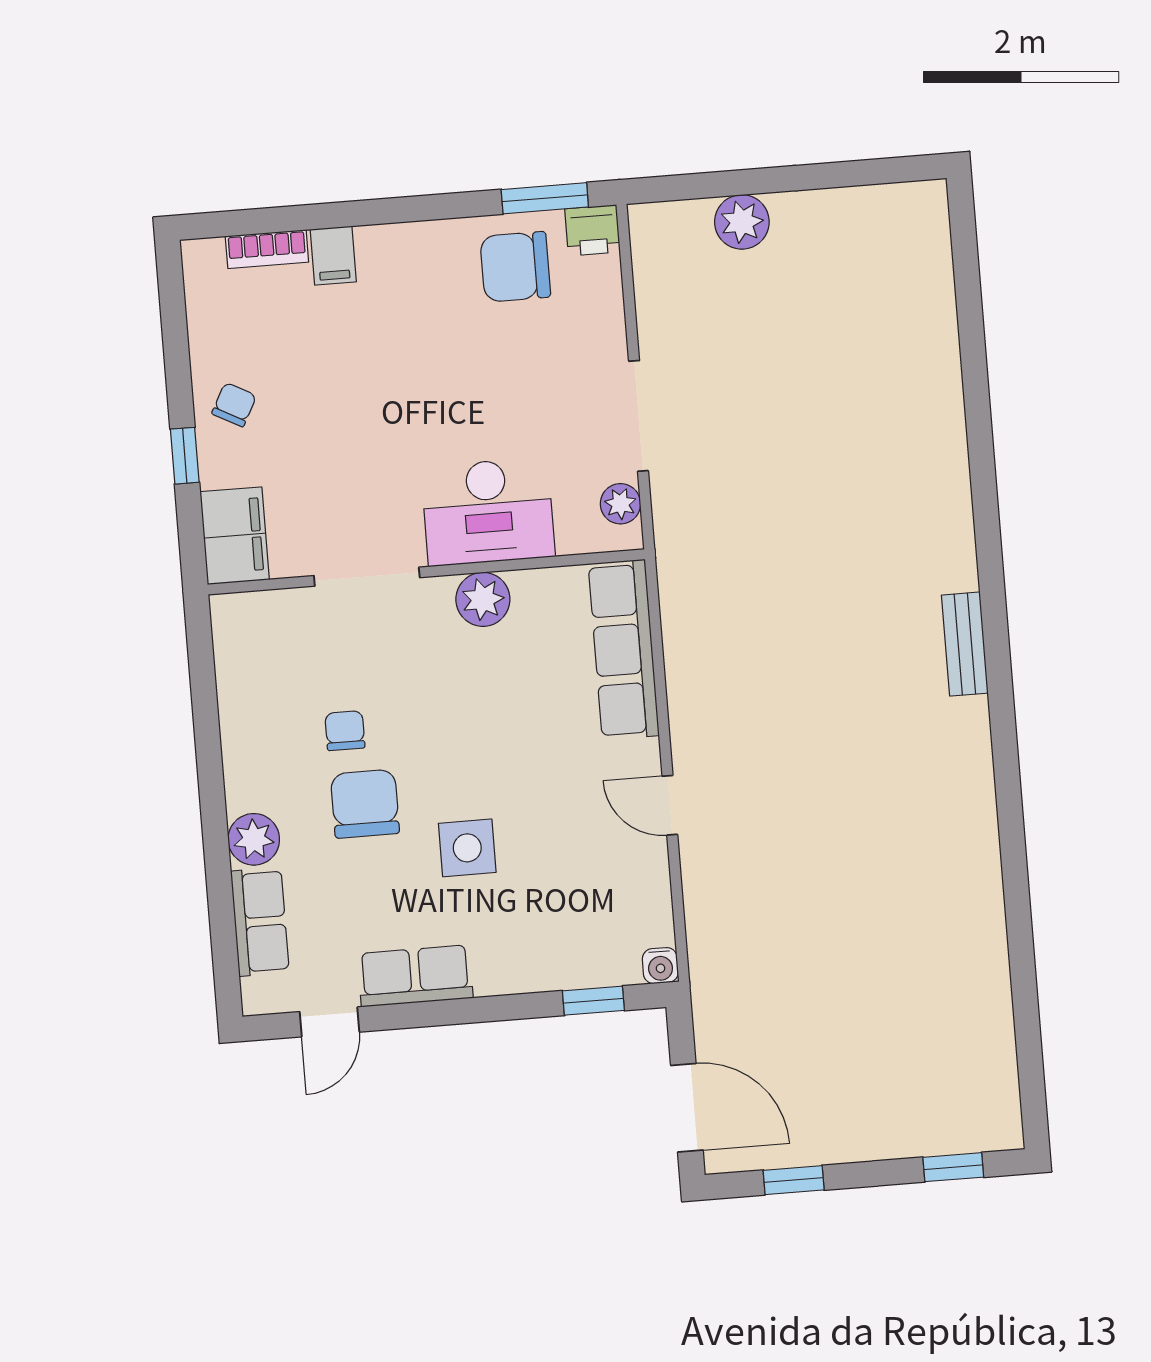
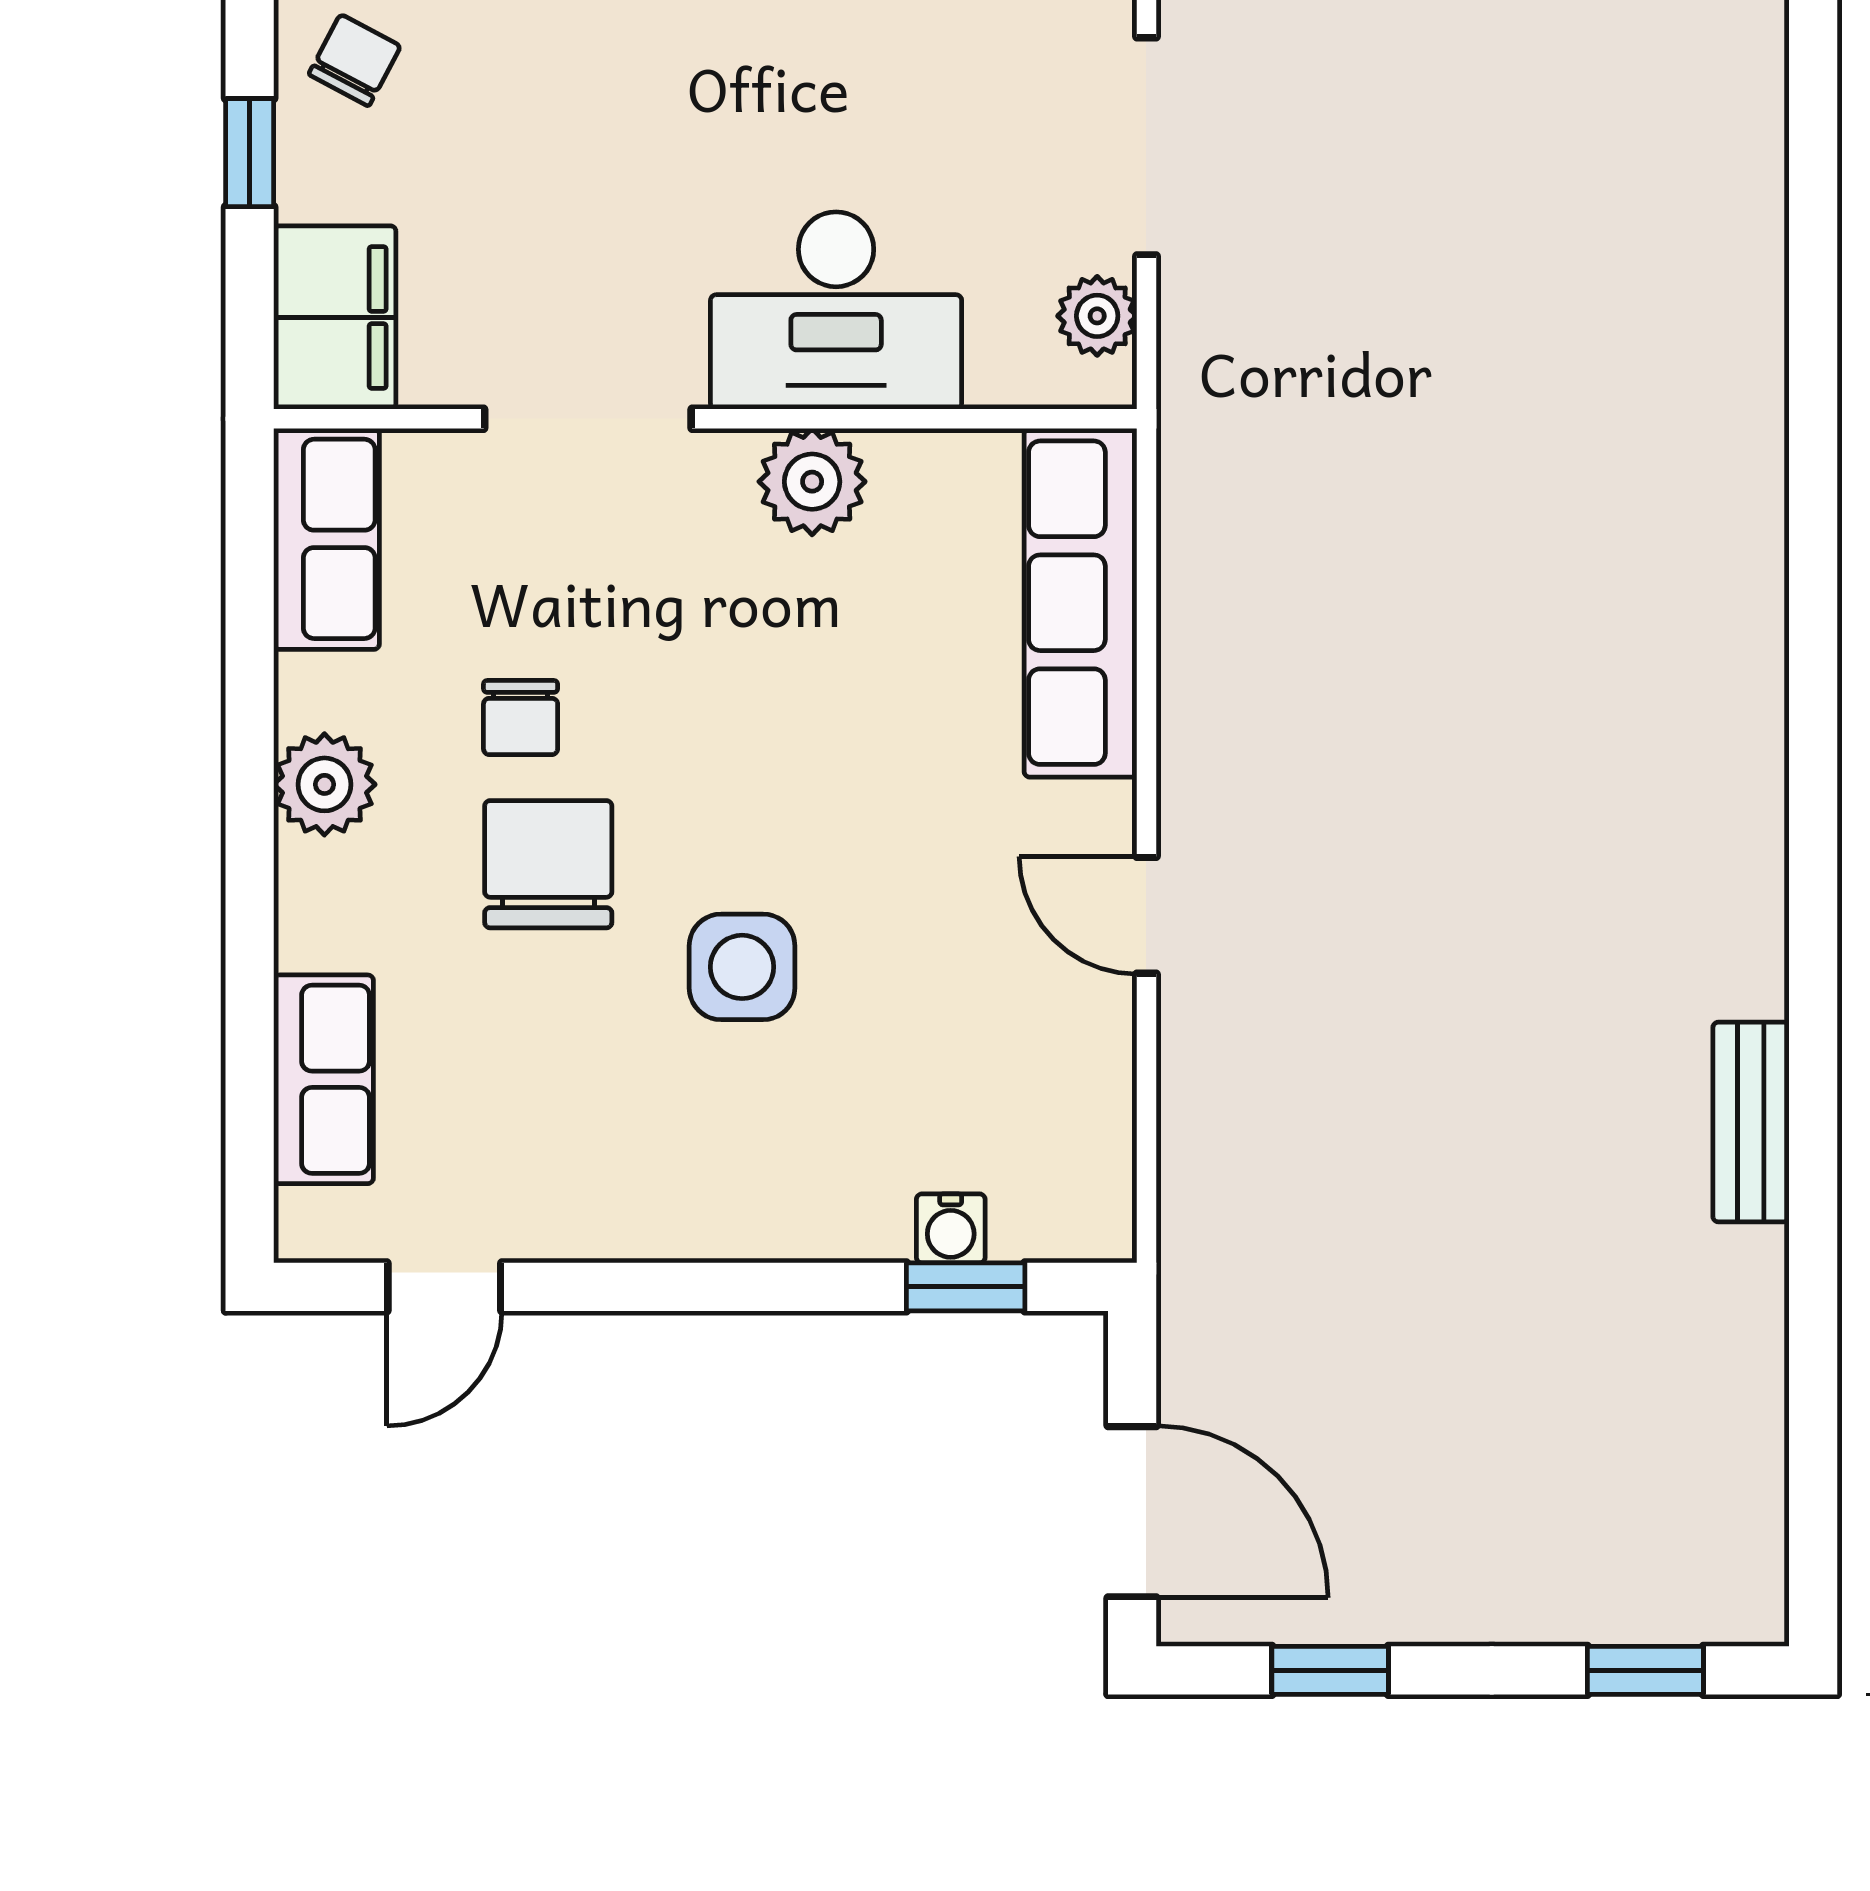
bench: (965, 644) -> (1751, 1122), moved
chair: (345, 731) -> (521, 718), turned 180
plant: (254, 839) -> (324, 784), moved
water cooler: (660, 966) -> (951, 1228), moved
row of seats: (415, 976) -> (327, 539), moved, turned 90

